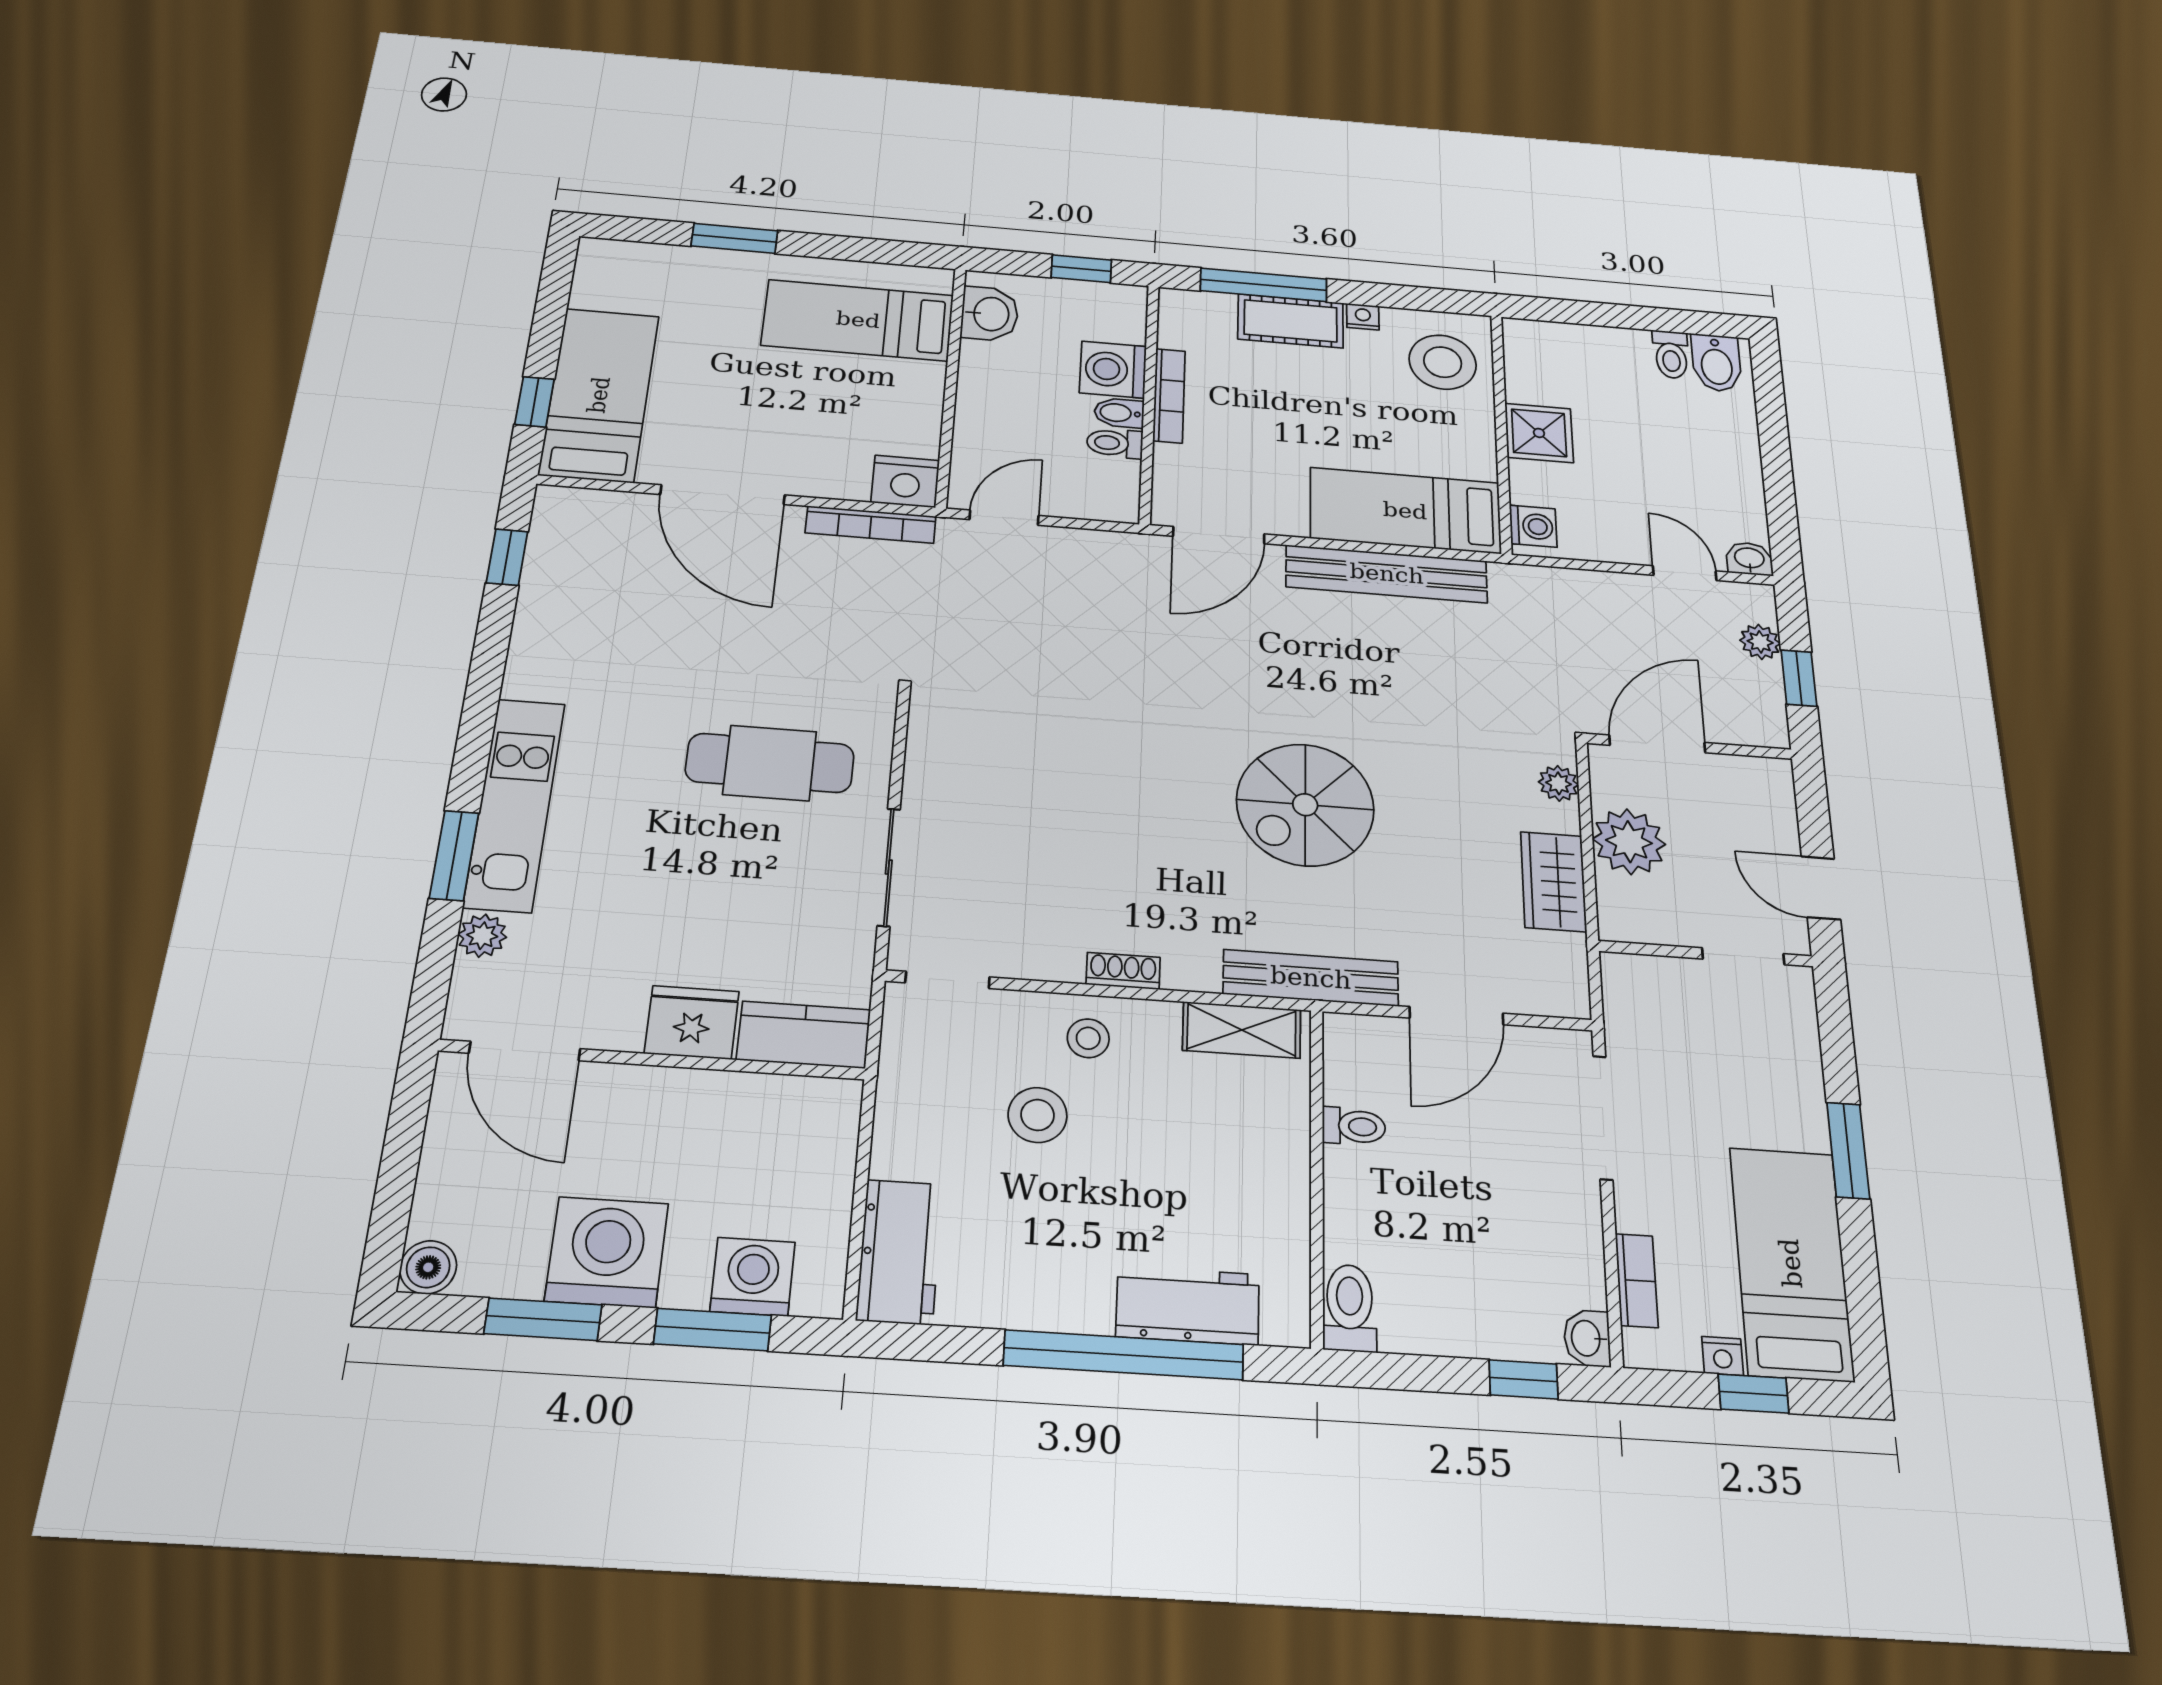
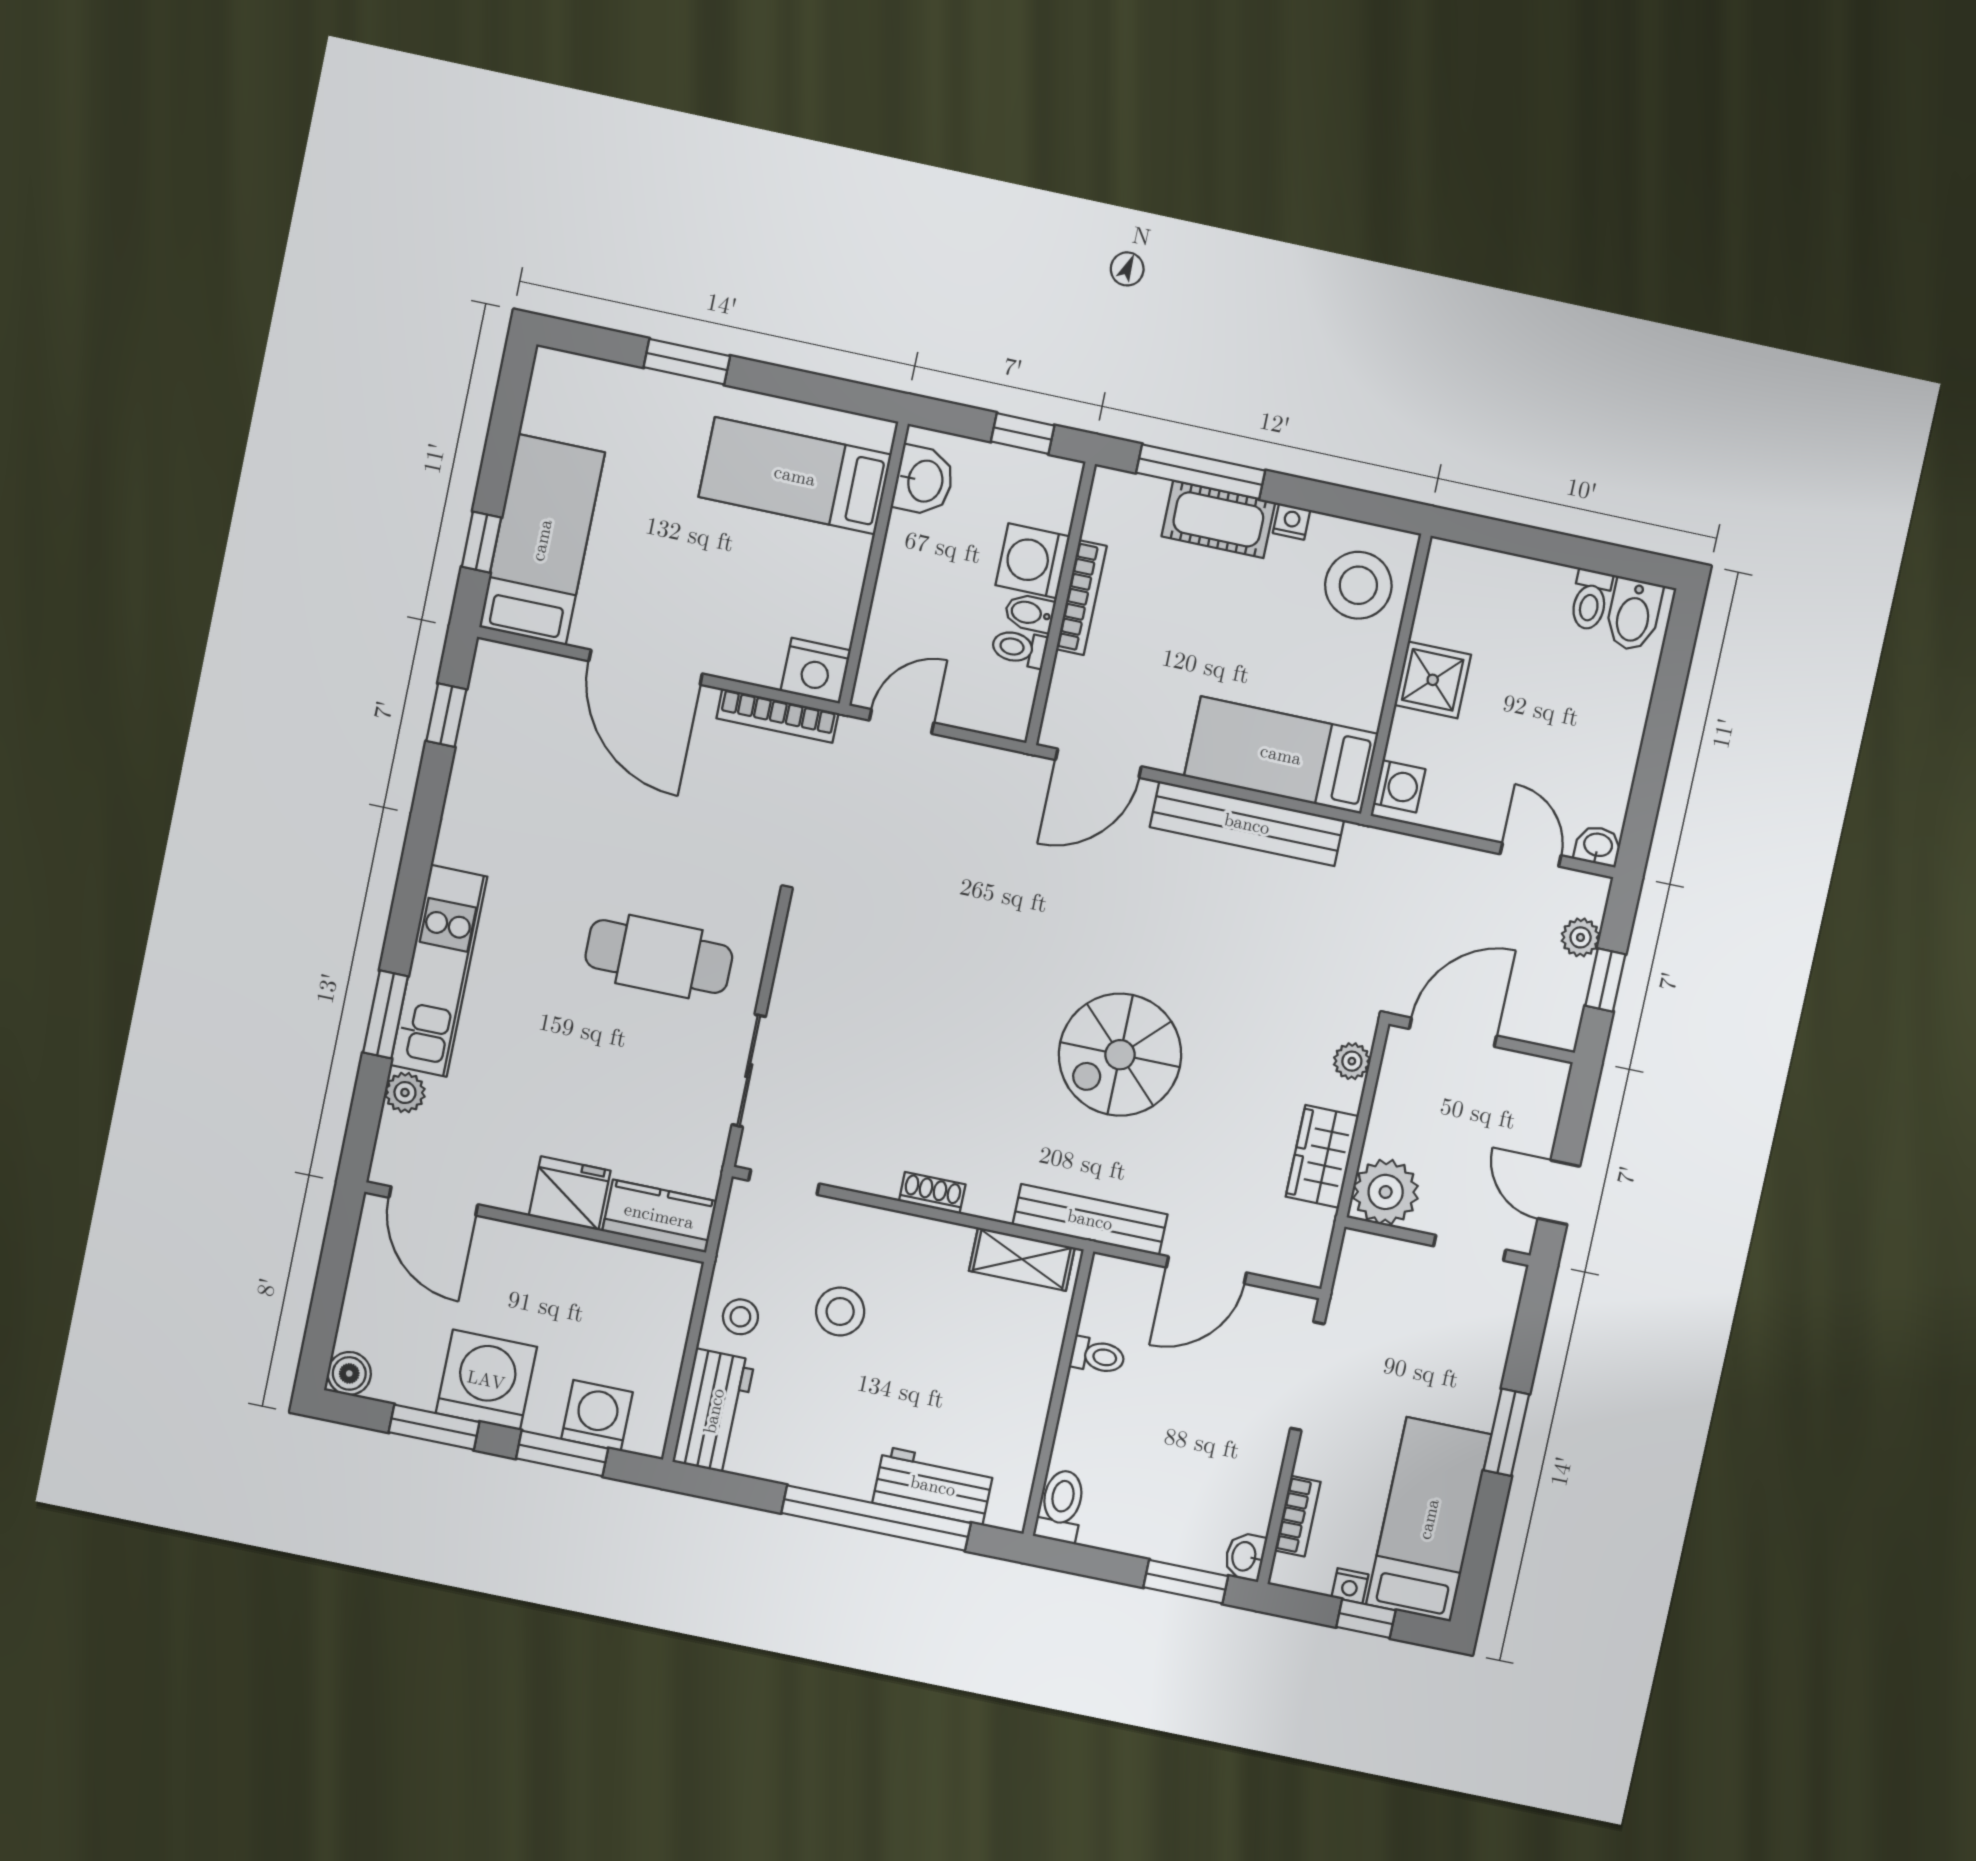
plant: (1629, 842) -> (1386, 1192), moved
stool: (1088, 1038) -> (740, 1317), moved
window: (1524, 1379) -> (1186, 1582), width x1.50

